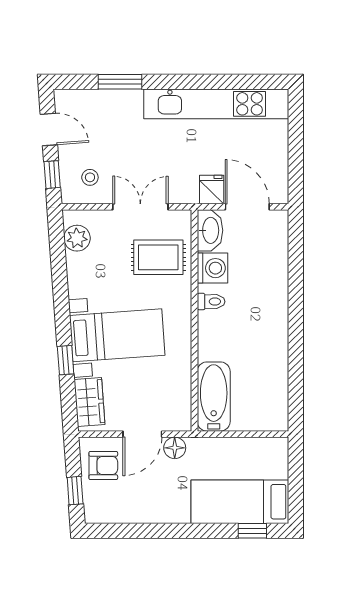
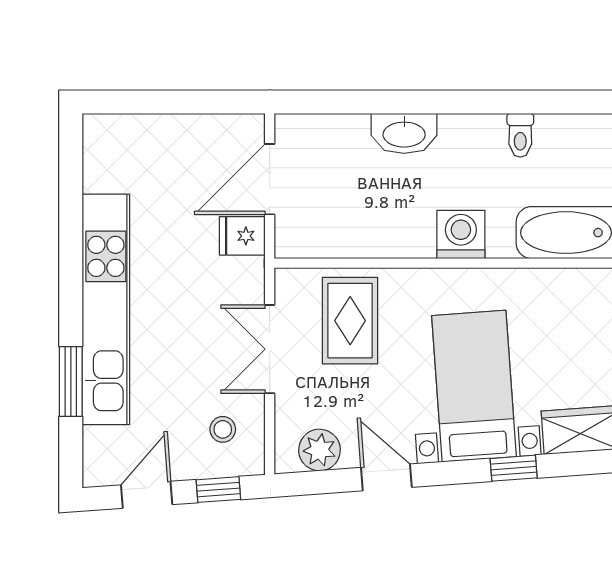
kitchen unit: (216, 104) -> (106, 309), moved
washbasin: (210, 230) -> (404, 133), moved, turned 180
washing machine: (212, 268) -> (461, 235), moved
door: (60, 280) -> (386, 477), added
toilet: (211, 302) -> (520, 135), moved, turned 180

